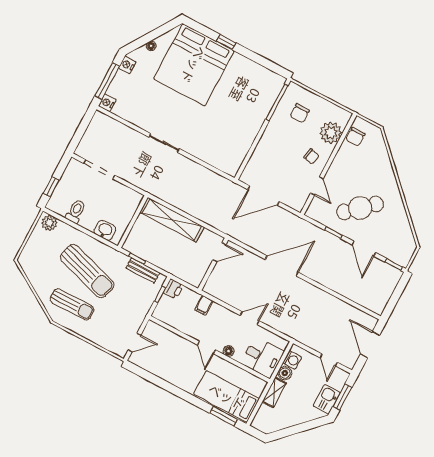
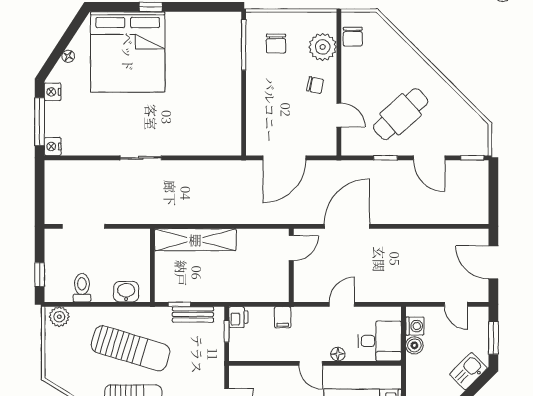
door: (219, 252) -> (291, 248), moved
wall: (213, 264) -> (291, 265), moved
shelving: (274, 392) -> (414, 374), removed
kitchen sink: (327, 399) -> (468, 371), moved, turned 45

